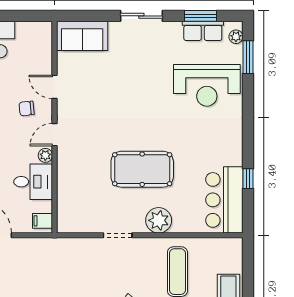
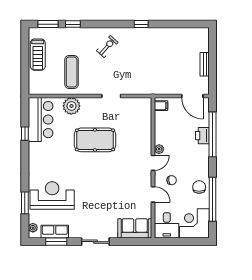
window: (248, 57) -> (25, 203), moved
desk: (33, 182) -> (167, 225), moved, turned -90
plant: (159, 220) -> (71, 106), moved

